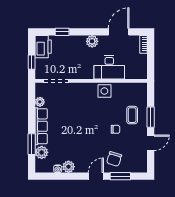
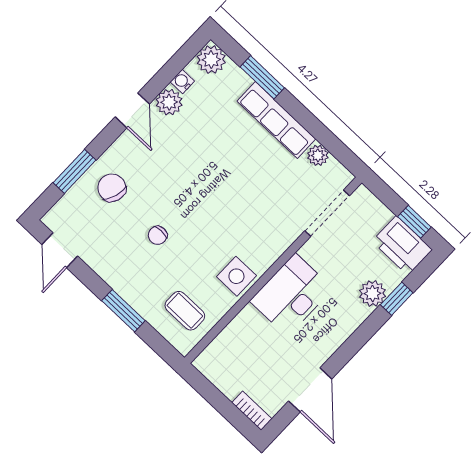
plant: (92, 41) -> (373, 293), moved
window: (32, 62) -> (414, 222), moved
desk: (109, 67) -> (291, 295), moved
coffee table: (132, 115) -> (185, 311), moved
door: (151, 143) -> (60, 250), moved
plant: (42, 152) -> (211, 60), moved
door: (96, 176) -> (132, 110), moved

